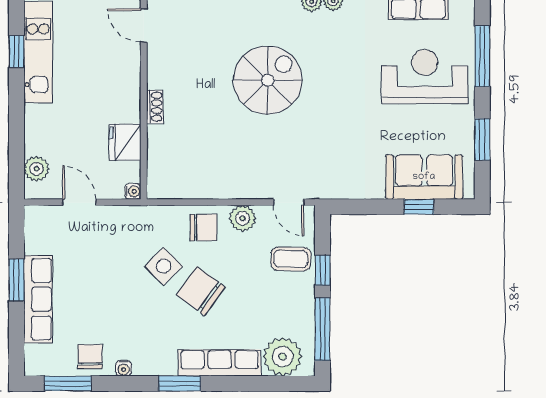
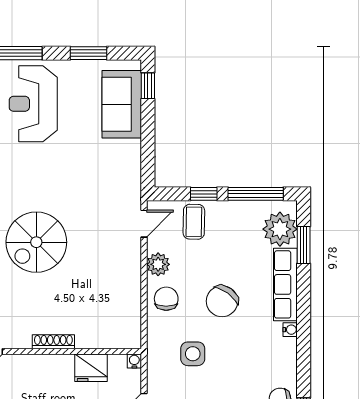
spiral stairs: (268, 80) -> (36, 242), turned -90
shoe rack: (155, 107) -> (53, 342), width x1.43
window: (419, 207) -> (148, 86), moved
side table: (164, 266) -> (193, 354), moved, turned 45
water cooler: (124, 368) -> (290, 330), moved
window: (180, 384) -> (304, 245), moved

